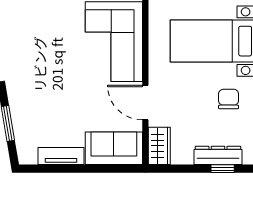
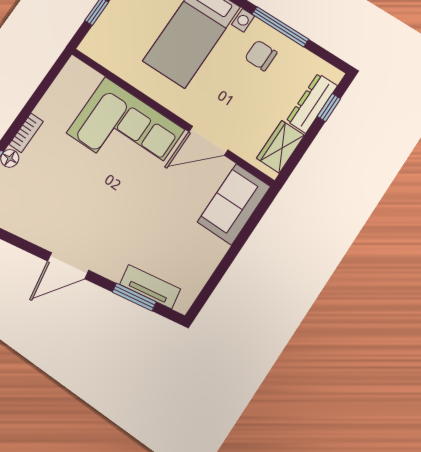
wardrobe: (159, 146) -> (281, 147), moved, turned -90
tv unit: (61, 156) -> (150, 287), moved, turned 80

